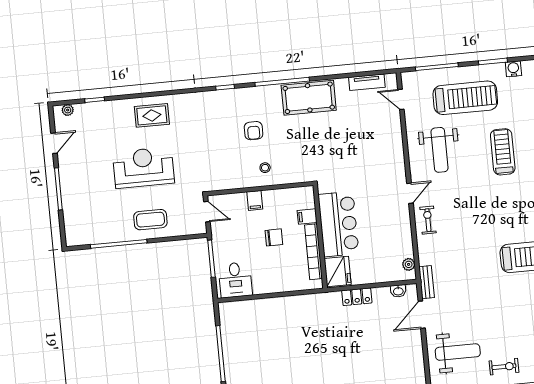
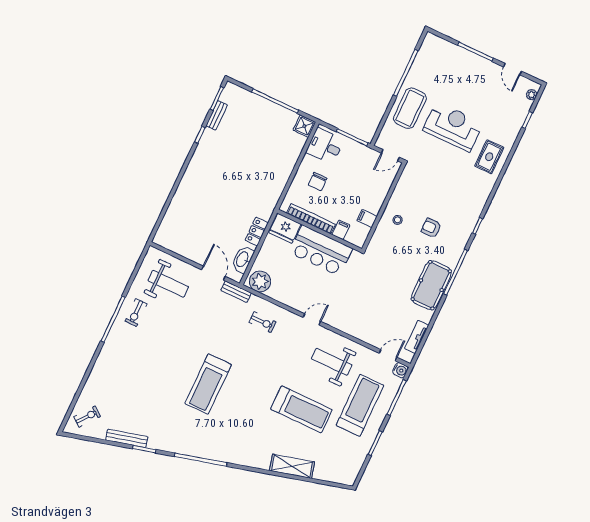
water cooler: (513, 69) -> (400, 370), moved
treadmill: (465, 98) -> (360, 405), turned 180
treadmill: (503, 152) -> (301, 409), width x1.37, depth x1.38
reception desk: (143, 168) -> (453, 127), turned -90
door: (410, 193) -> (312, 319), swing flipped
filing cabinet: (255, 200) -> (367, 218), moved
coffee table: (150, 220) -> (410, 108), width x1.36, depth x1.32
exercise bike: (428, 220) -> (263, 322), moved
chair: (274, 237) -> (318, 182), moved
plant: (409, 264) -> (260, 281), width x1.88, depth x1.88
washbasin: (398, 291) -> (243, 259), width x1.91, depth x1.45
shower: (228, 311) -> (304, 126), added
weight bench: (458, 352) -> (168, 284), turned -90

